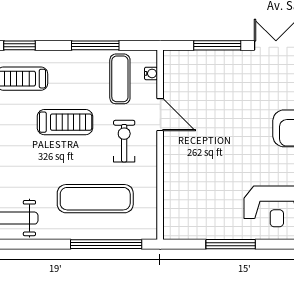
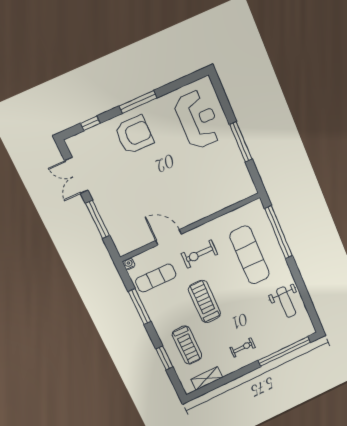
water cooler: (151, 73) -> (129, 264), moved
door: (160, 115) -> (169, 237), hinge flipped

